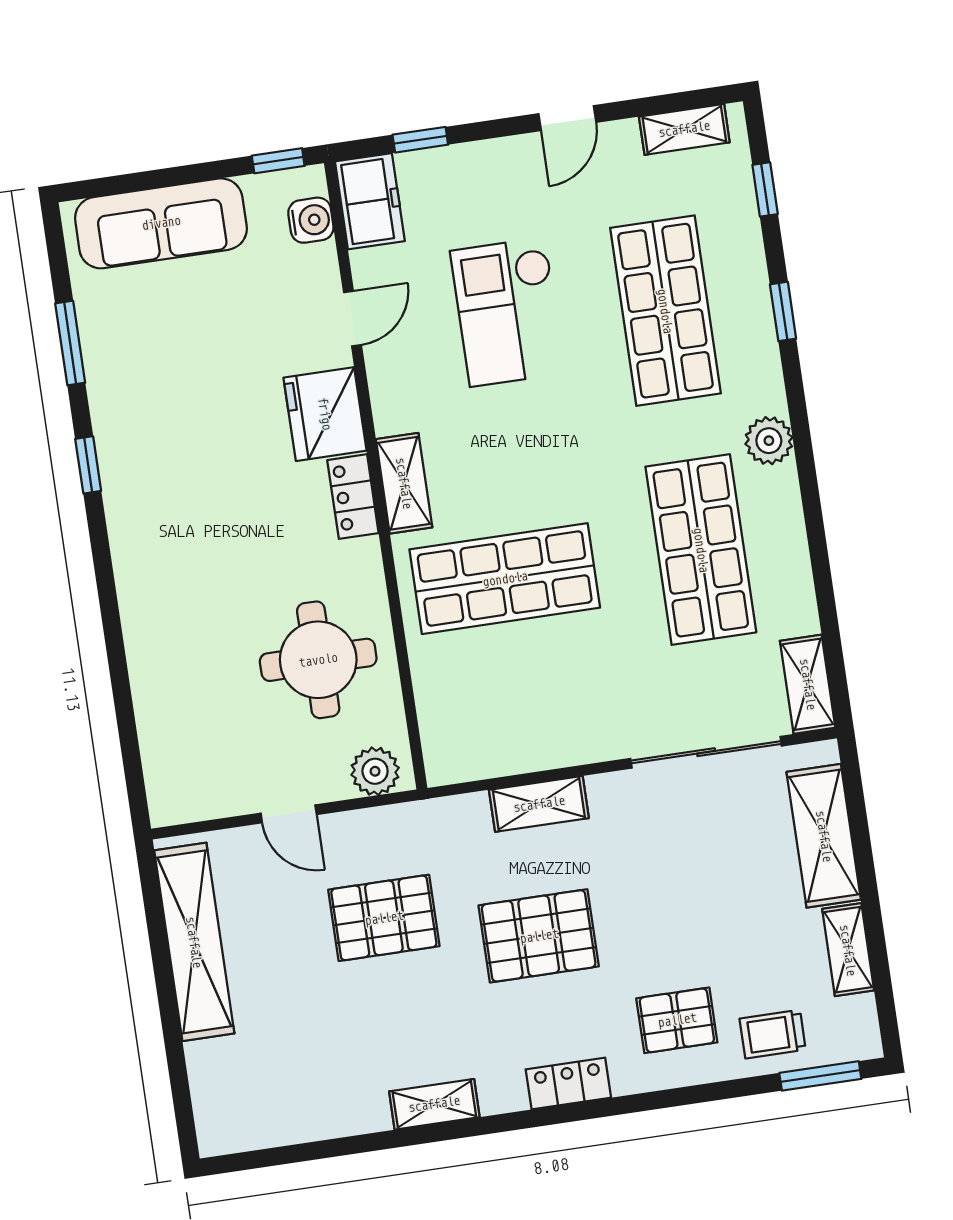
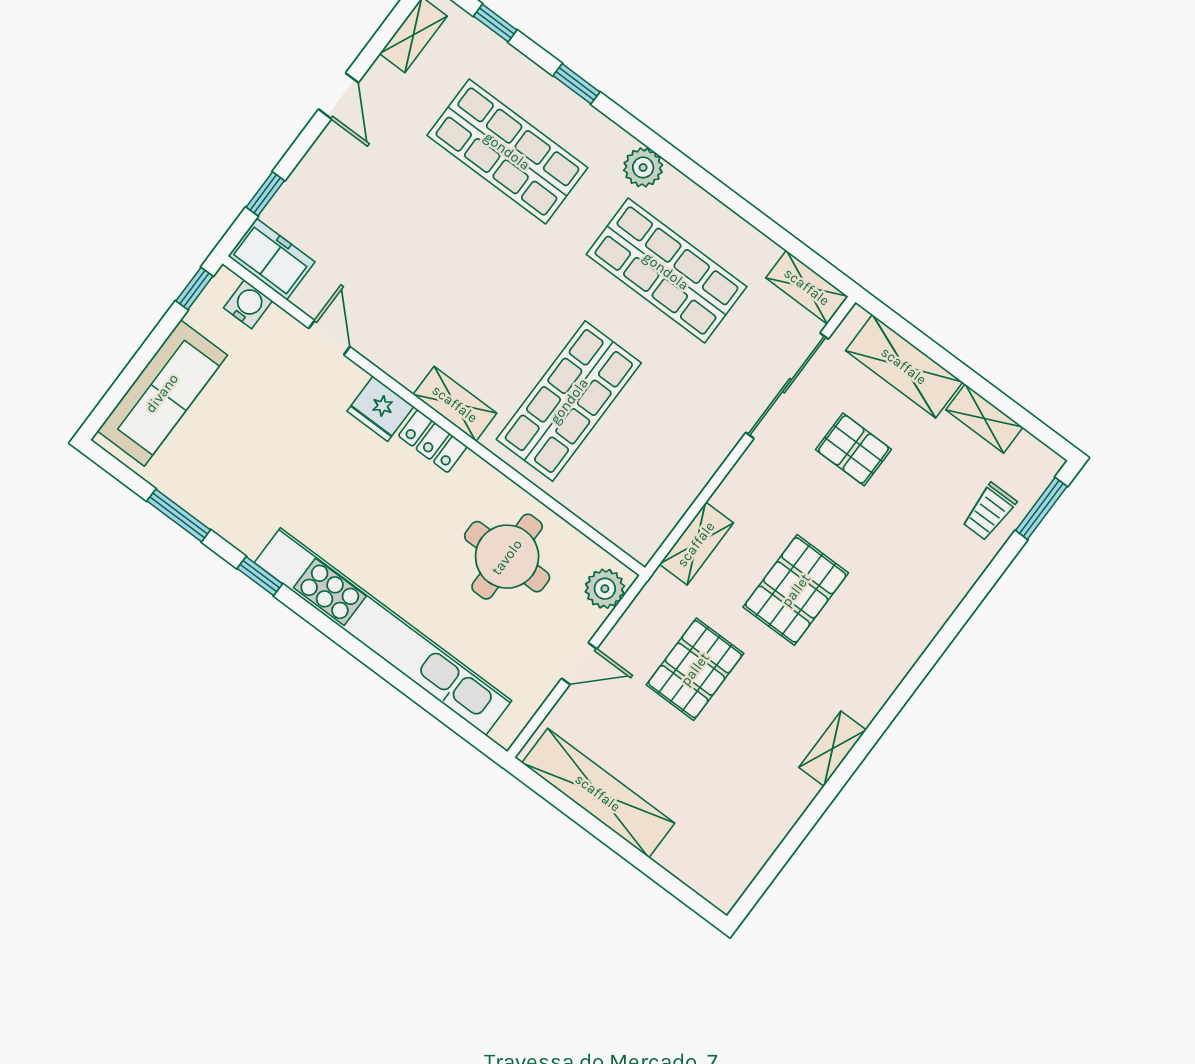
checkout: (508, 312) -> (416, 244), removed
fridge: (325, 414) -> (380, 409), width x0.73, depth x0.75
kitchen unit: (147, 618) -> (383, 632), added
shelving: (539, 804) -> (696, 544), moved
pallet: (677, 1020) -> (854, 449), moved, turned 90
locker: (568, 1083) -> (899, 659), removed

